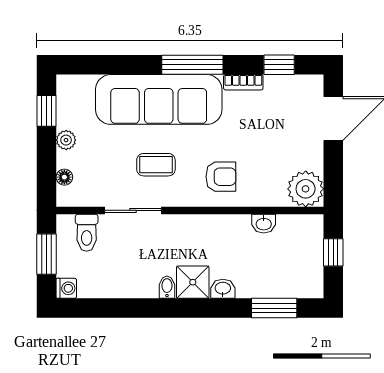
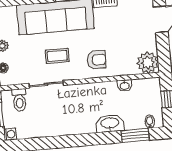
shower: (193, 282) -> (85, 124), removed
bidet: (167, 287) -> (150, 122), moved
washbasin: (223, 289) -> (110, 123), width x1.91, depth x1.45

